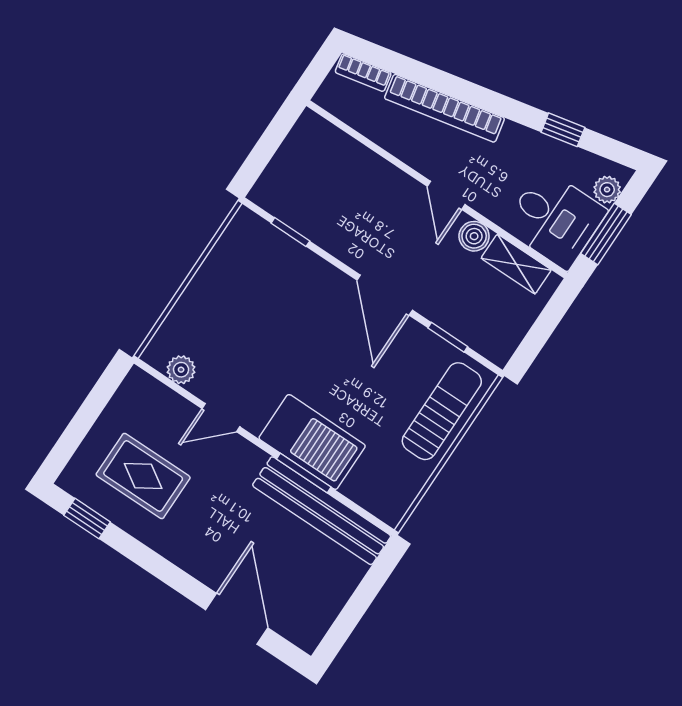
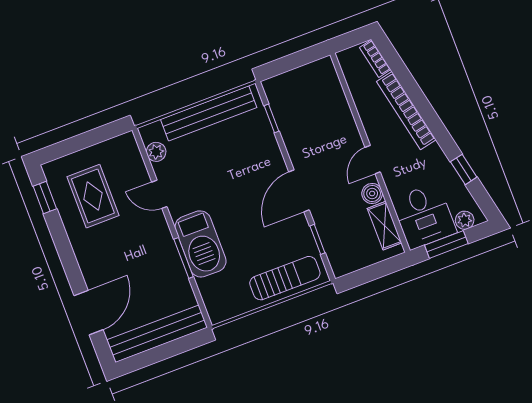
bench: (211, 279) -> (209, 113), added
bench: (322, 511) -> (157, 334), moved, turned 90

